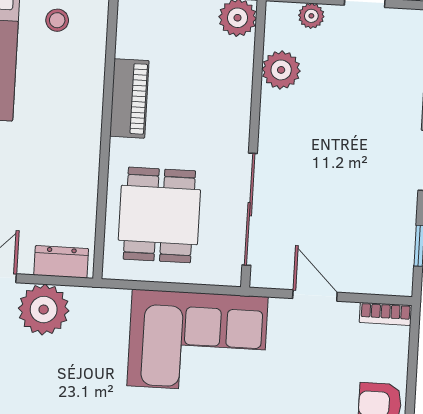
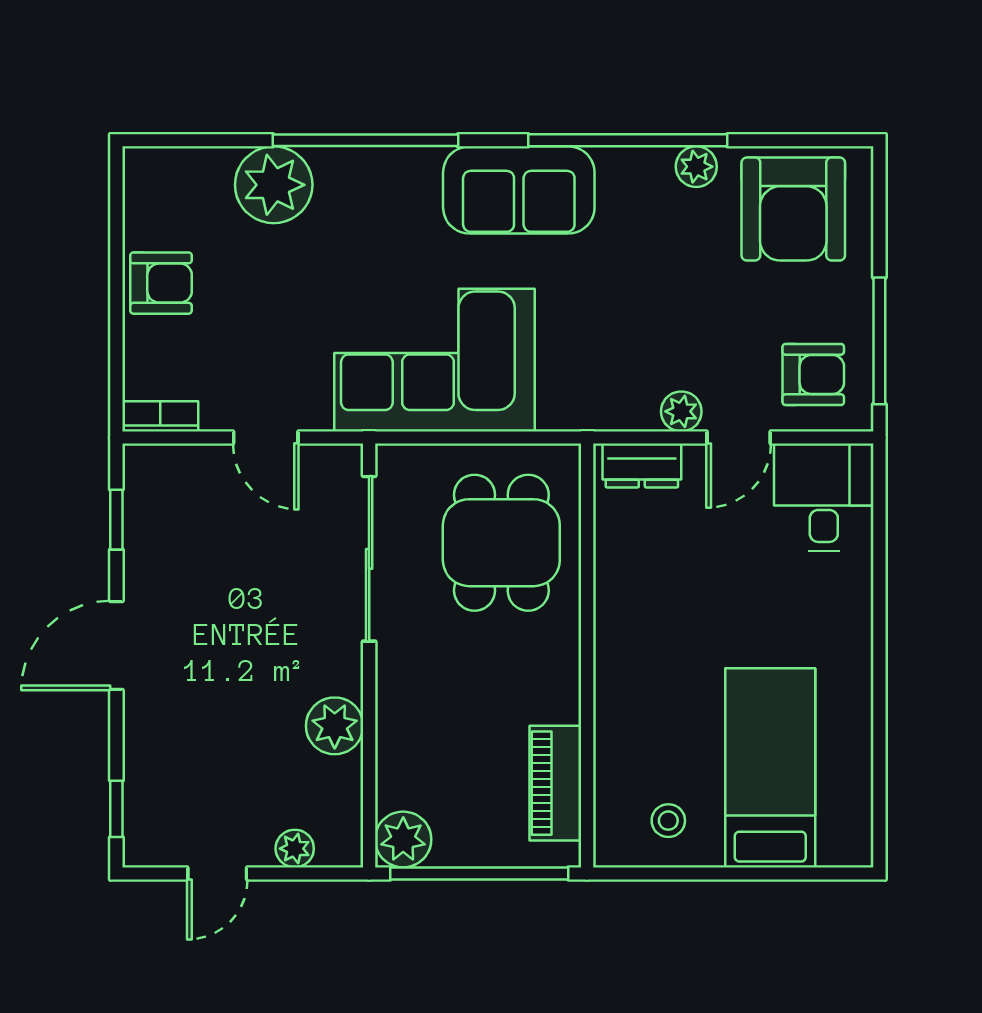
plant: (281, 70) -> (335, 726), moved
piano: (129, 98) -> (555, 783), moved
plant: (44, 310) -> (681, 411), width x0.53, depth x0.53

